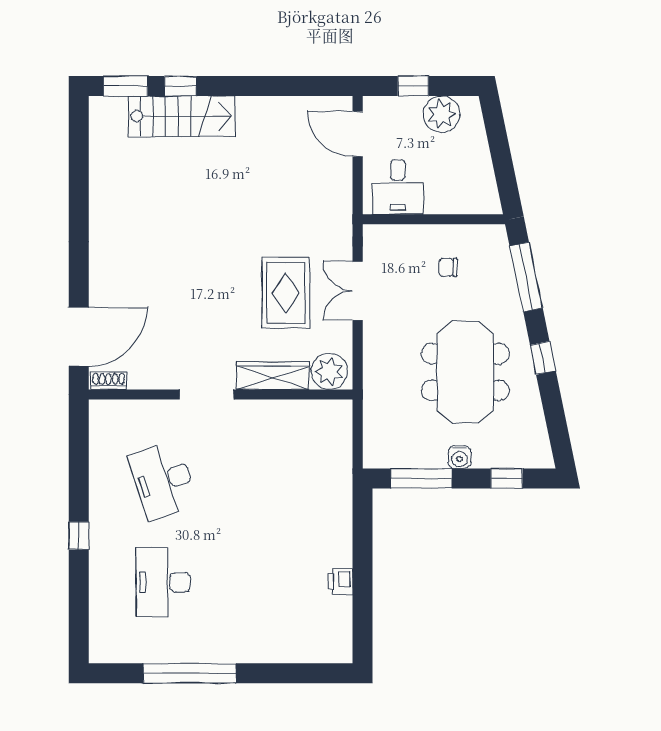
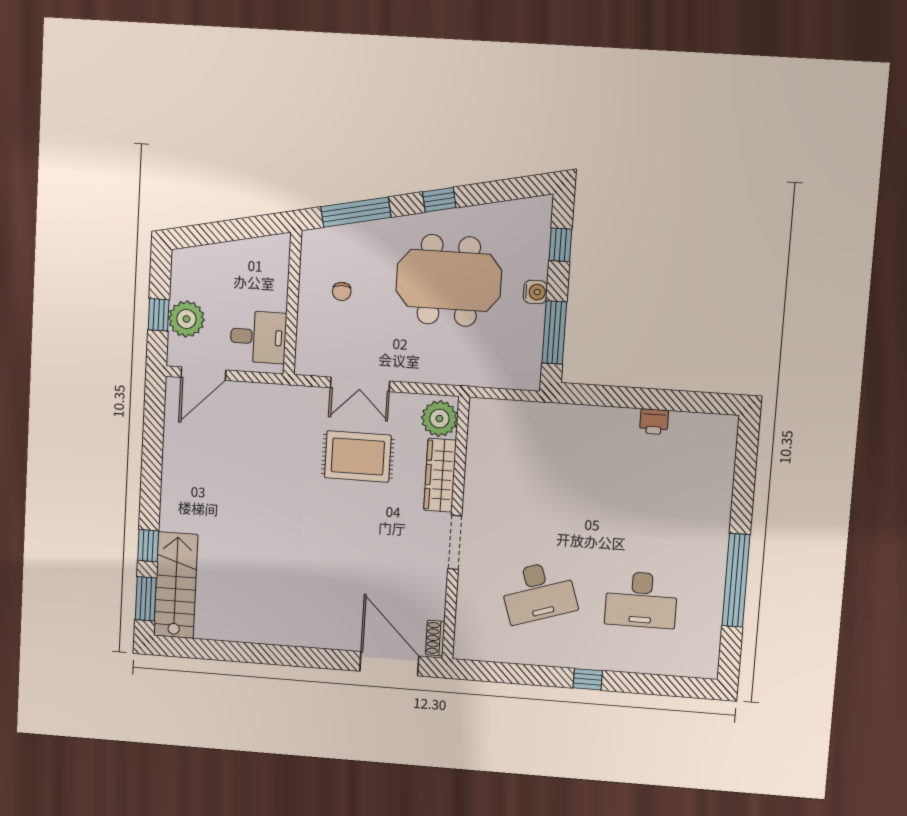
plant: (442, 114) -> (186, 319), moved
stairs: (182, 116) -> (176, 585), moved

